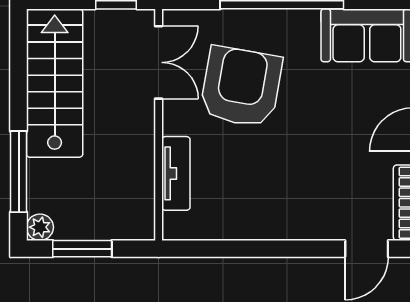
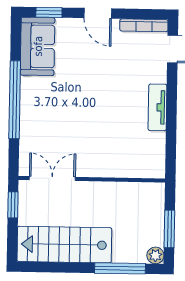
armchair: (241, 87) -> (69, 127), removed
tv unit: (176, 173) -> (158, 107), moved, turned -90

